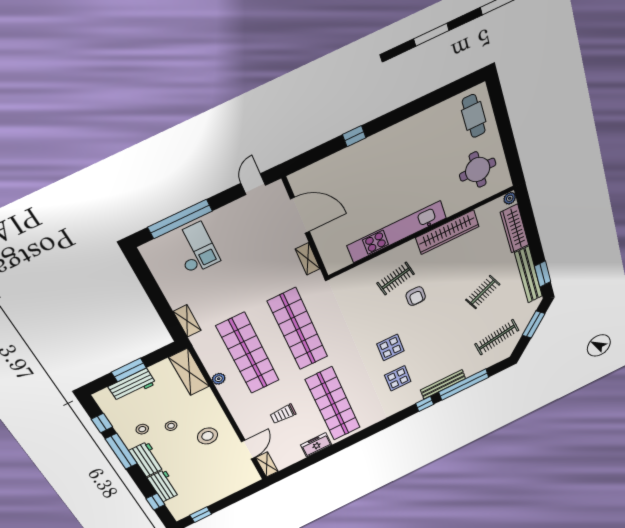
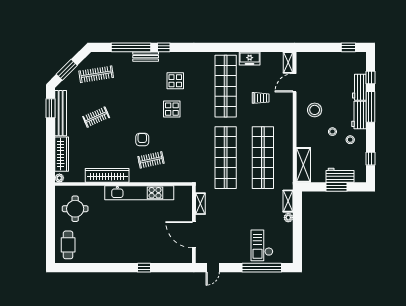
plant: (219, 379) -> (288, 218), moved
bench: (443, 384) -> (146, 57), width x0.73
window: (121, 451) -> (370, 107), moved

